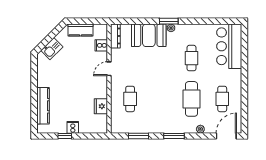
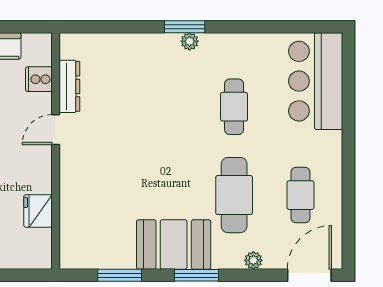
booth: (149, 35) -> (174, 244), moved
dresser: (115, 36) -> (69, 86), moved
cafe table: (130, 99) -> (101, 195), removed

